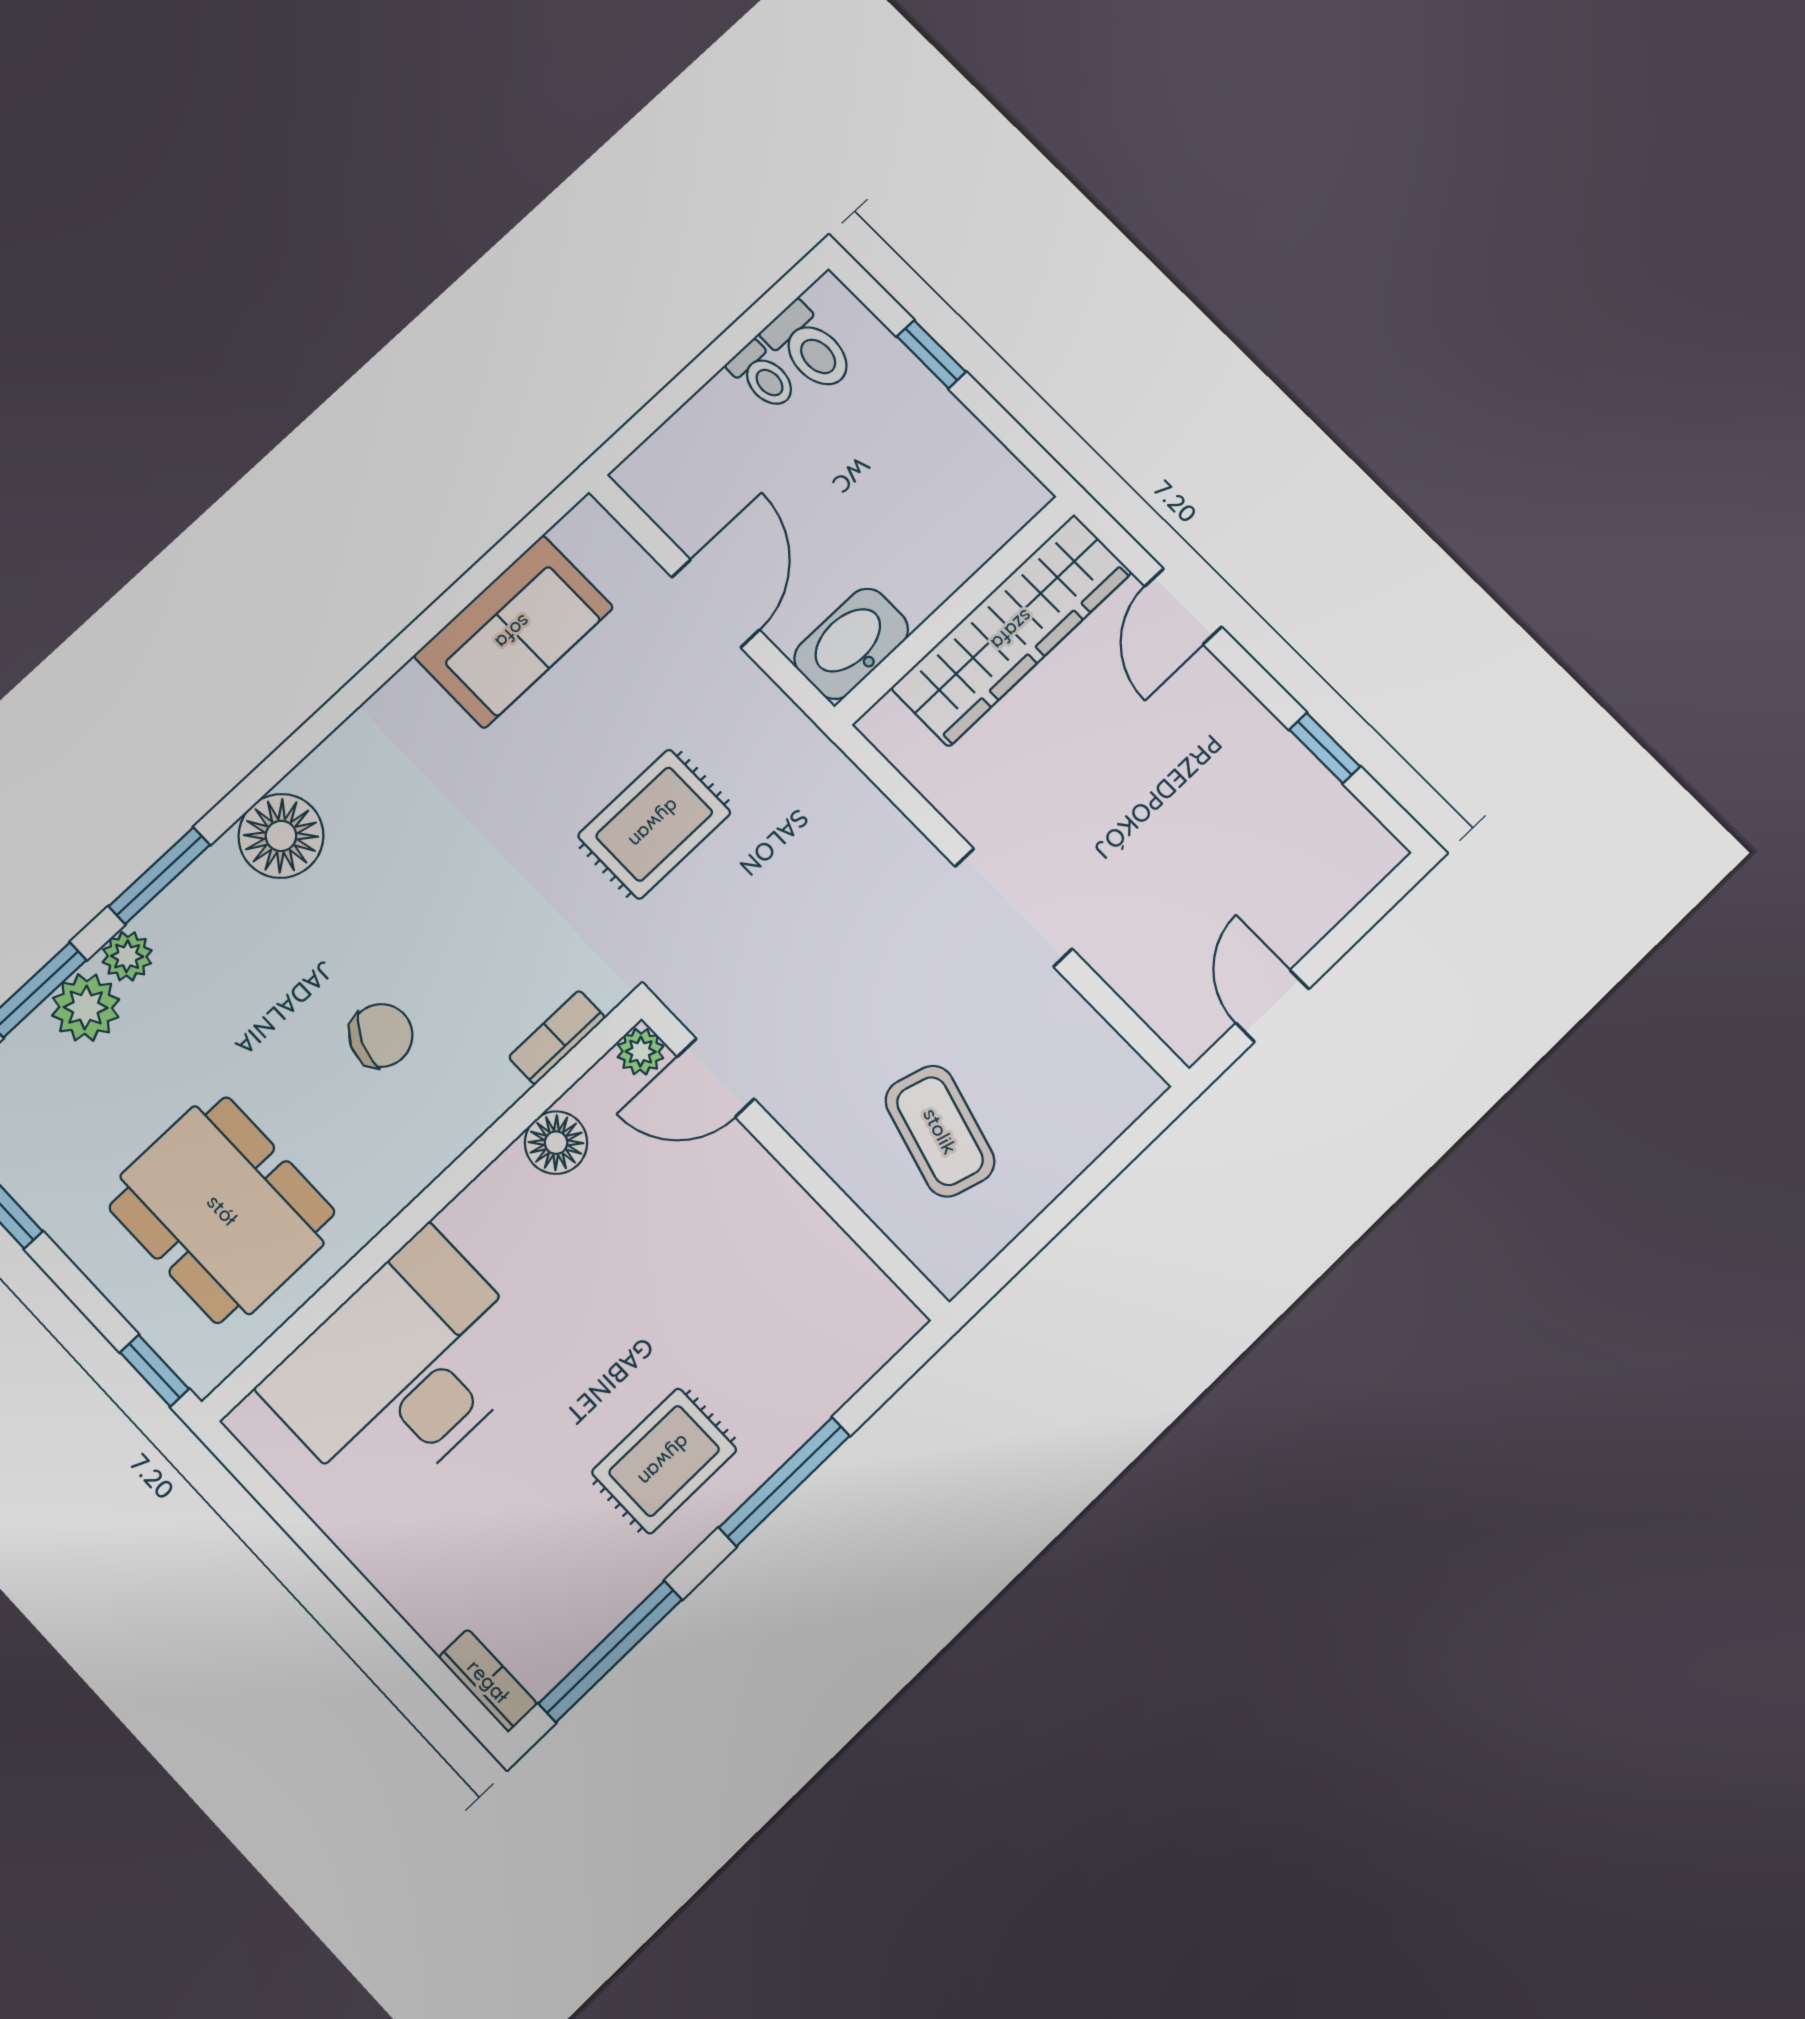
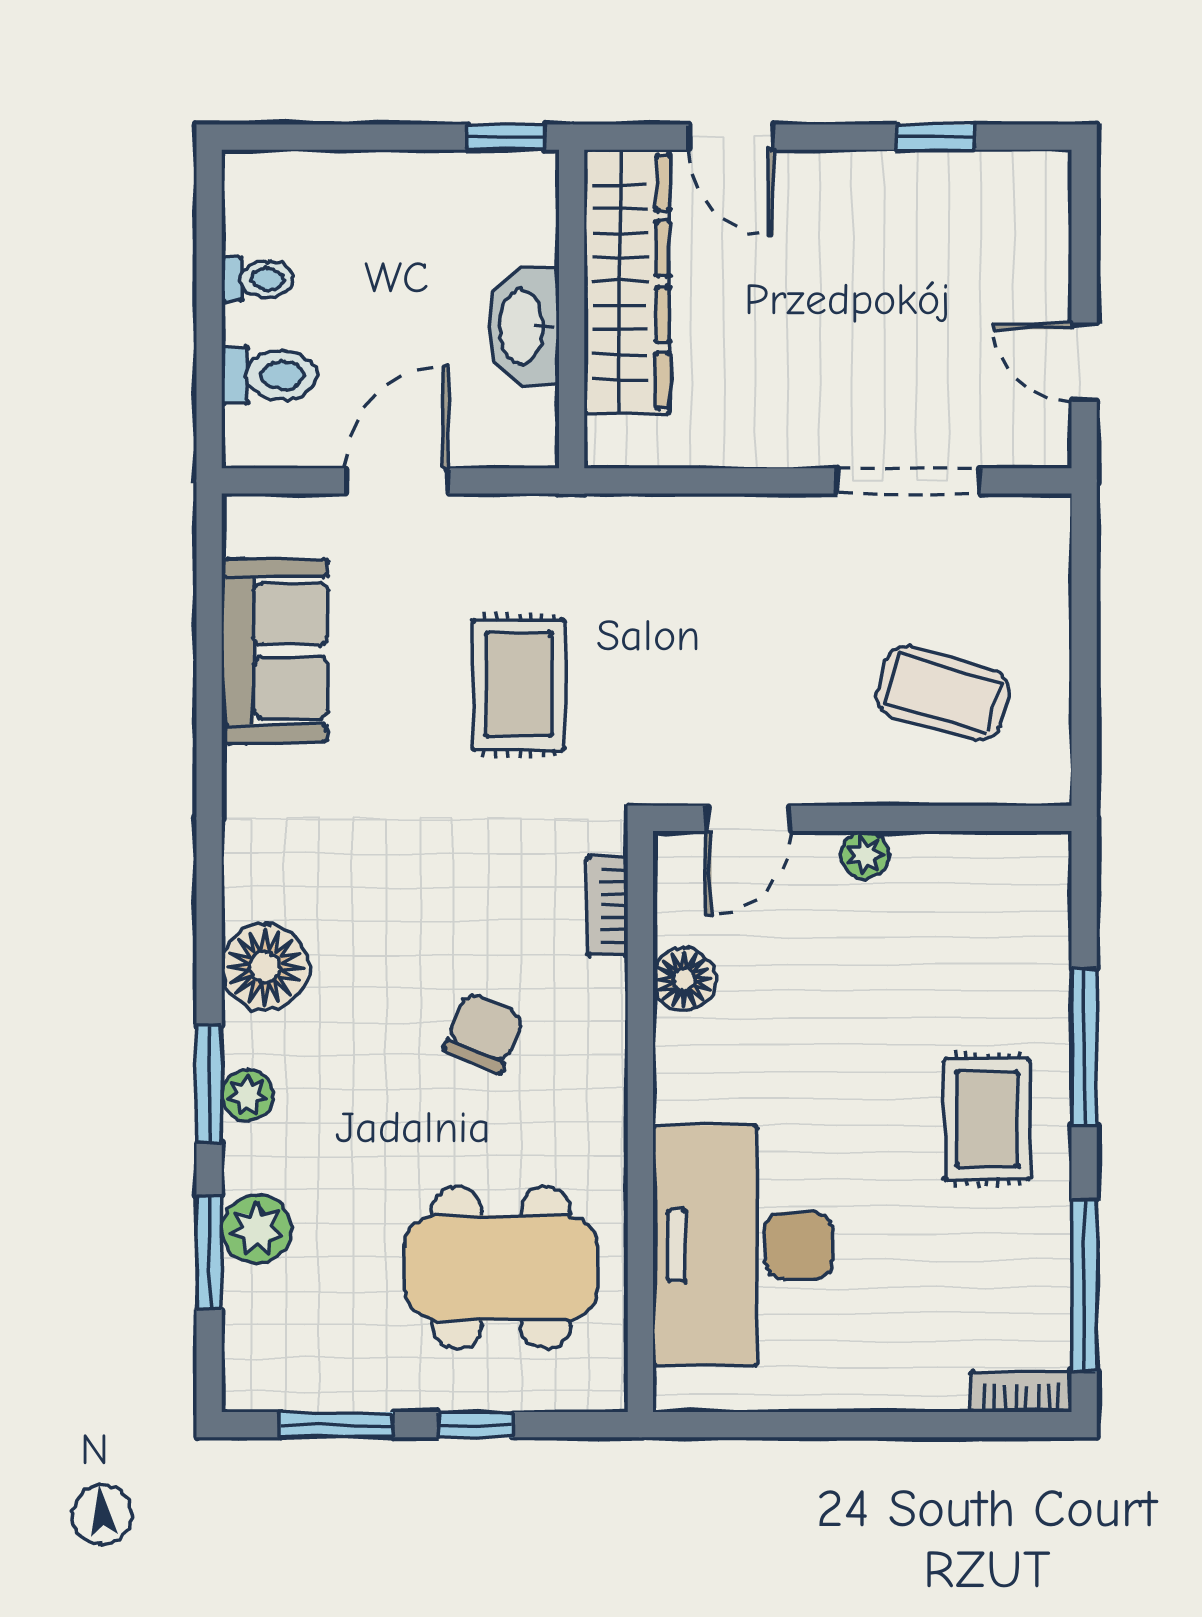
toilet: (809, 347) -> (269, 375), moved
window: (931, 354) -> (506, 137), moved
door: (716, 604) -> (397, 481), hinge flipped
washbasin: (851, 644) -> (523, 327), moved
doorway: (1014, 908) -> (908, 481), moved
plant: (127, 956) -> (247, 1095), moved
plant: (641, 1052) -> (865, 855), moved
window: (155, 1371) -> (476, 1425), moved

